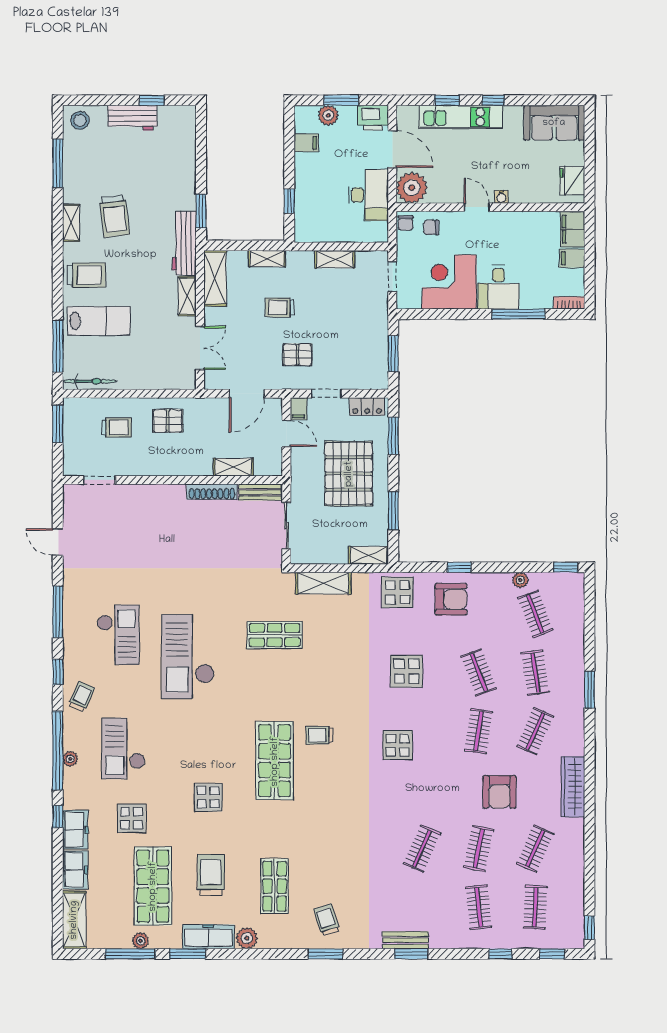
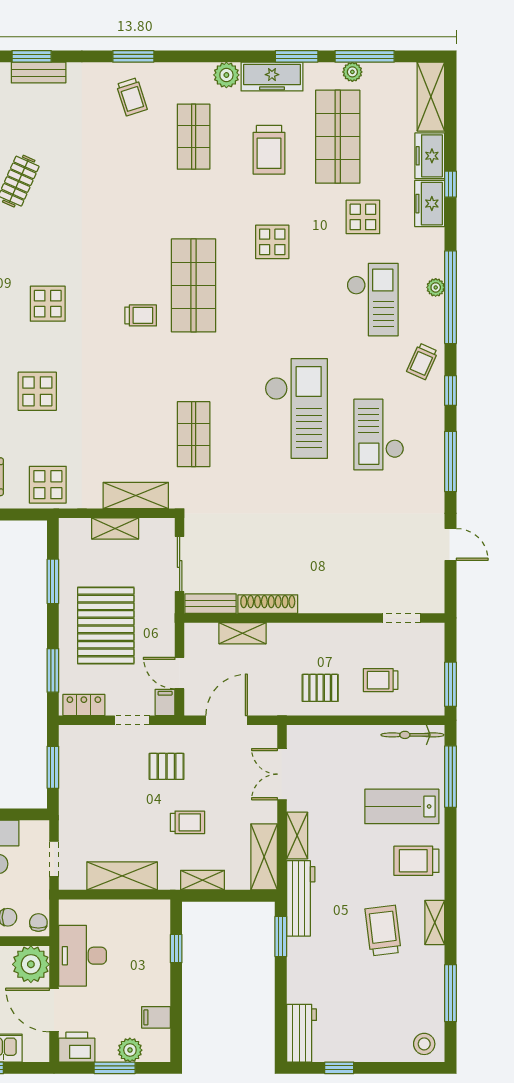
workbench: (132, 118) -> (301, 1033), moved, turned 90
shelving: (335, 259) -> (122, 876), width x1.50, depth x1.33
shelving: (369, 555) -> (115, 529), moved
shop shelf: (275, 635) -> (194, 434), turned 90
window: (58, 817) -> (450, 184), moved

